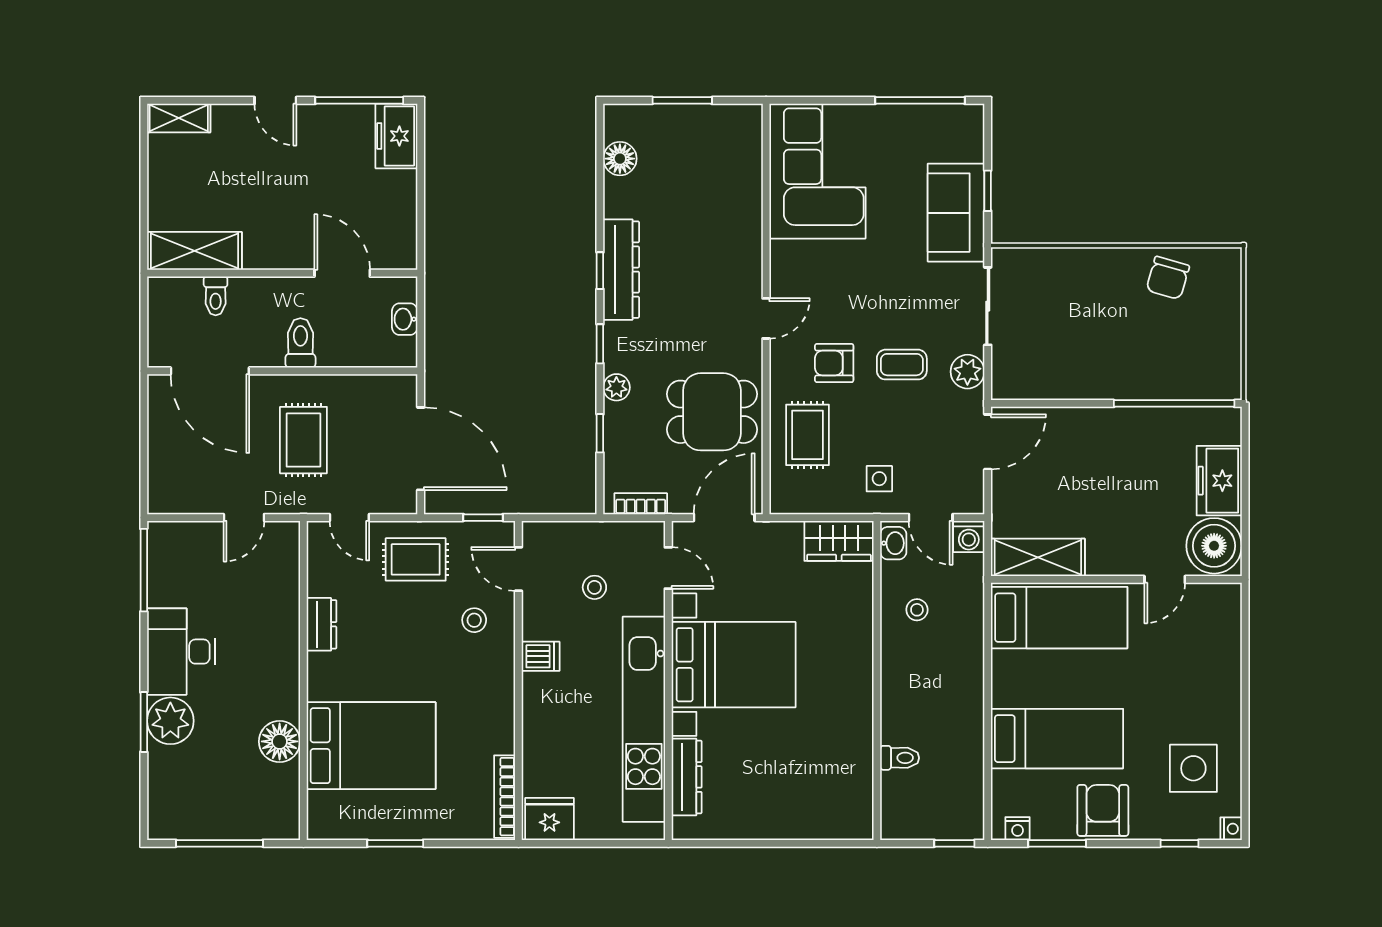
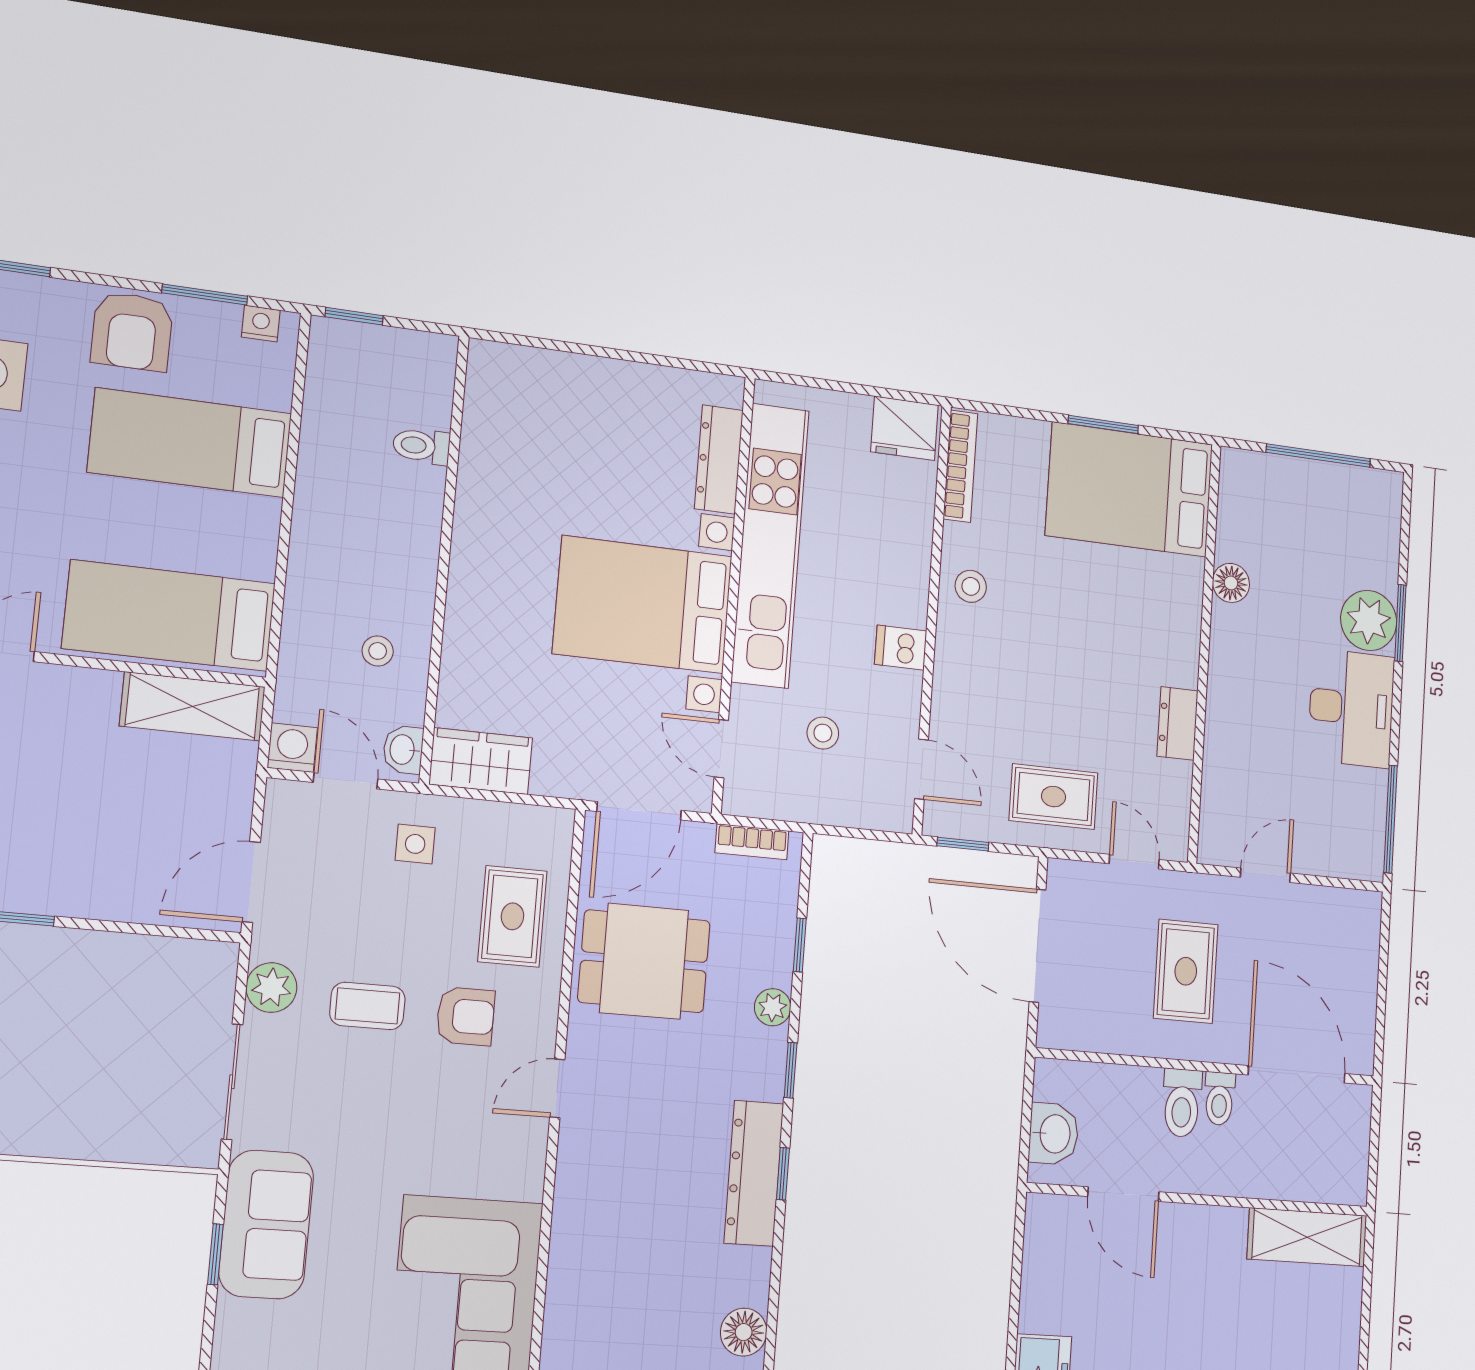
toilet: (216, 296) -> (1219, 1099), moved, turned 180
washbasin: (405, 319) -> (1054, 1134), width x1.38, depth x1.45
stool: (474, 620) -> (971, 586), moved
floor lamp: (280, 741) -> (1231, 583), width x0.73, depth x0.73
bed: (371, 746) -> (1130, 490), moved

